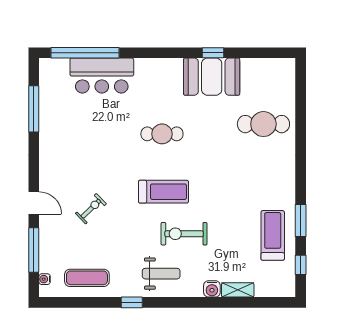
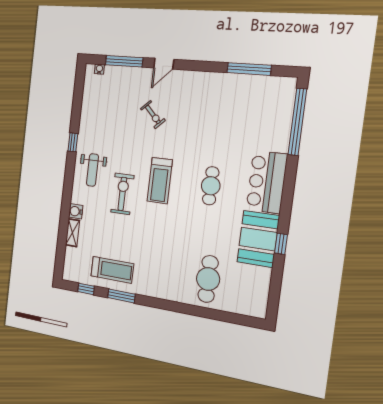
bar counter: (102, 76) -> (267, 182), moved
exercise mat: (87, 278) -> (96, 106), removed

